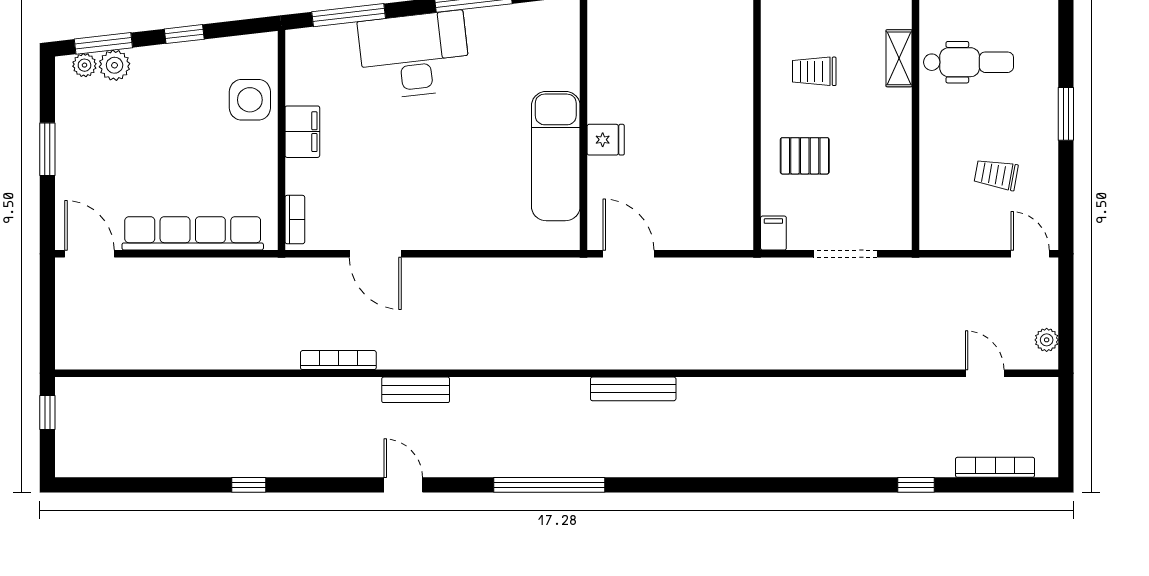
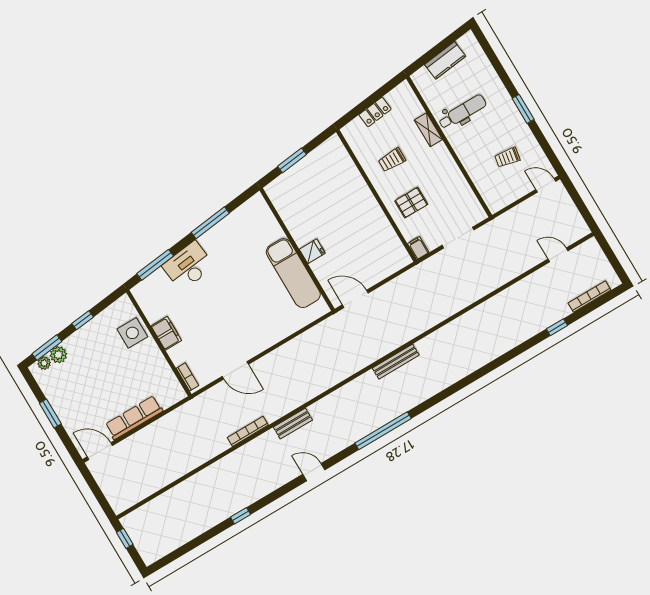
desk: (414, 55) -> (188, 266), width x0.73, depth x0.77
row of seats: (193, 233) -> (134, 418), width x0.73
plant: (1047, 340) -> (578, 222), removed

